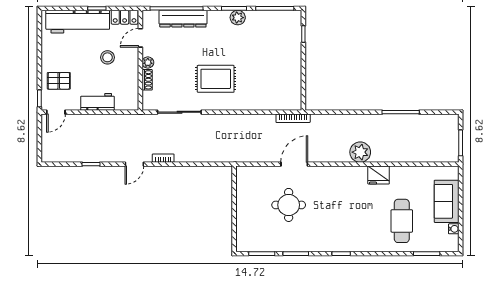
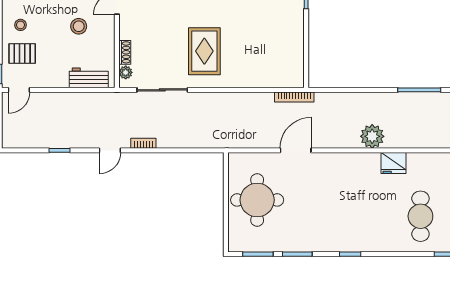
stool: (57, 56) -> (21, 25), added
plant: (148, 62) -> (126, 72), moved
rug: (216, 79) -> (204, 51), turned 90
workbench: (97, 102) -> (89, 78), moved
round table: (289, 205) -> (257, 200), moved, width x1.36, depth x1.36

